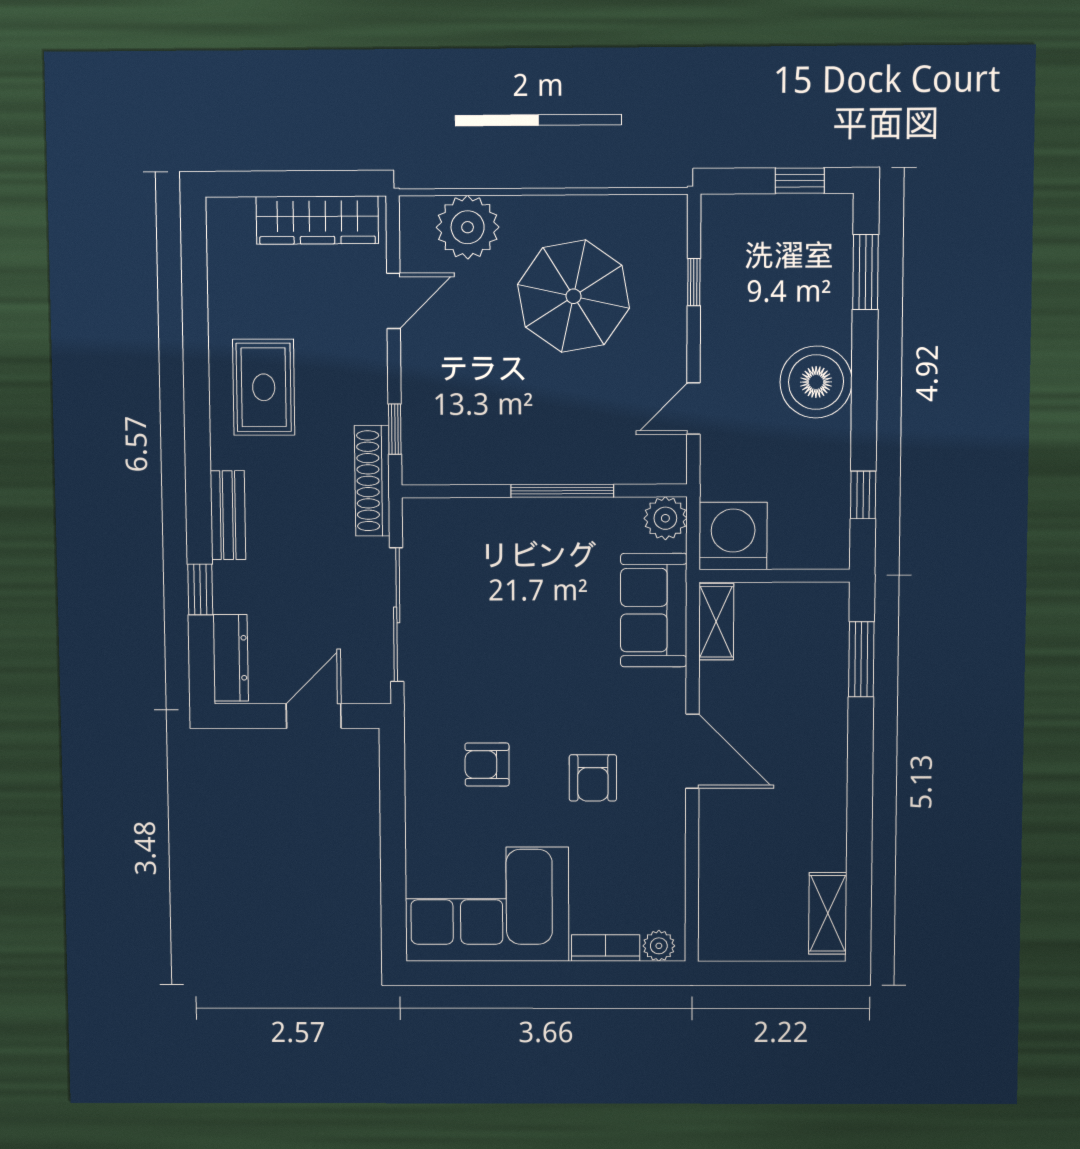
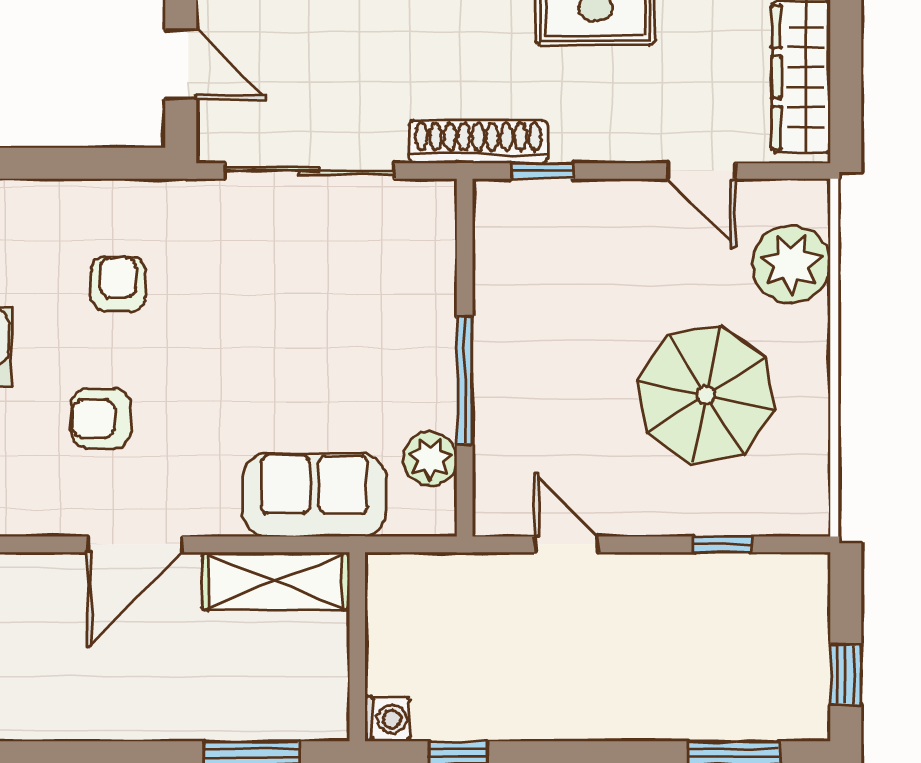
boiler: (816, 382) -> (599, 697), removed
plant: (665, 518) -> (430, 459), moved
washing machine: (733, 536) -> (387, 719), moved, width x0.53, depth x0.53
shelving: (716, 622) -> (275, 581), width x1.50, depth x1.33

